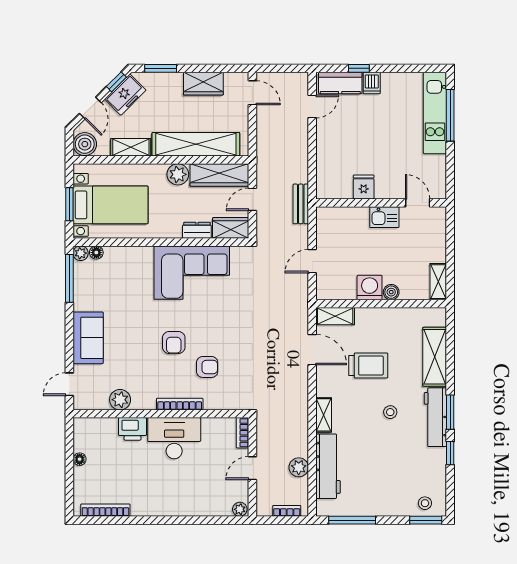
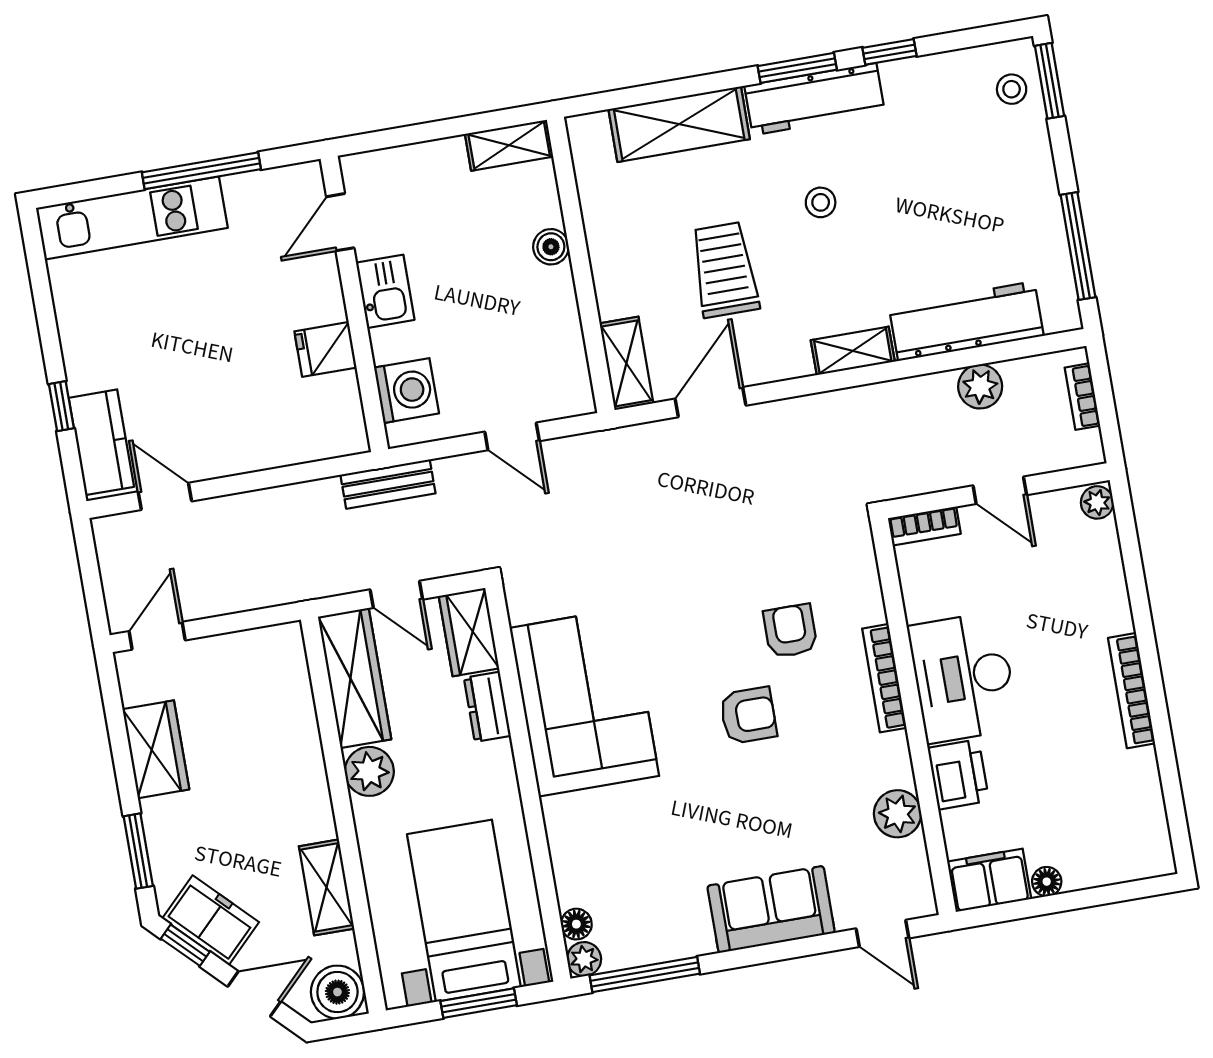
dishwasher: (372, 83) -> (89, 371), removed
window: (450, 115) -> (201, 171), moved
shelving: (196, 144) -> (295, 743), removed
washing machine: (370, 288) -> (407, 391), moved, turned 180
filing cabinet: (84, 434) -> (989, 880), added
bookcase: (105, 510) -> (1132, 691), moved

